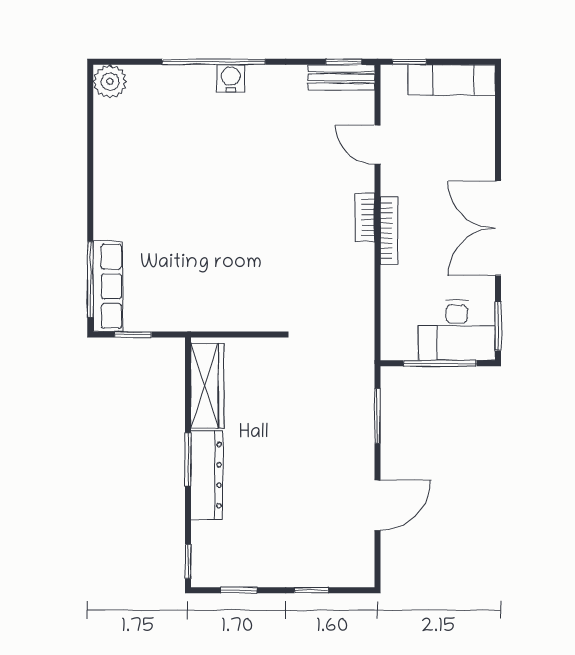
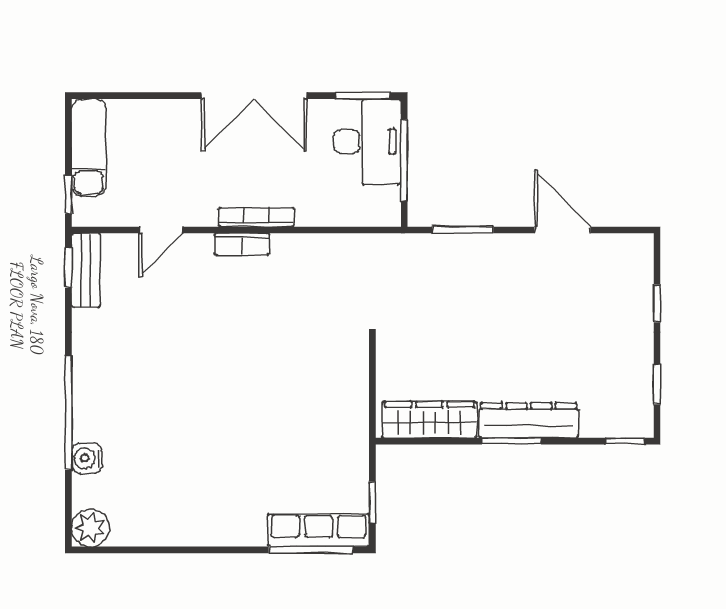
water cooler: (231, 78) -> (87, 458), moved

